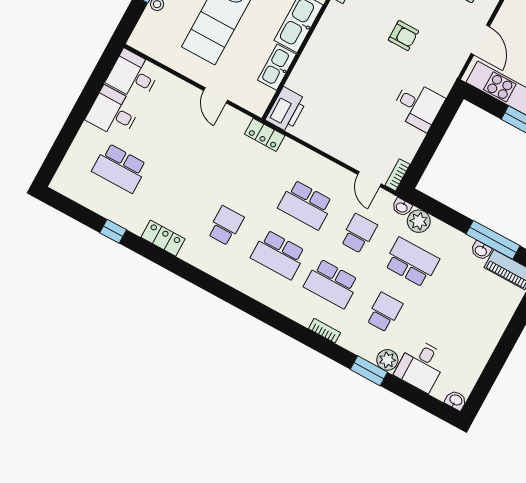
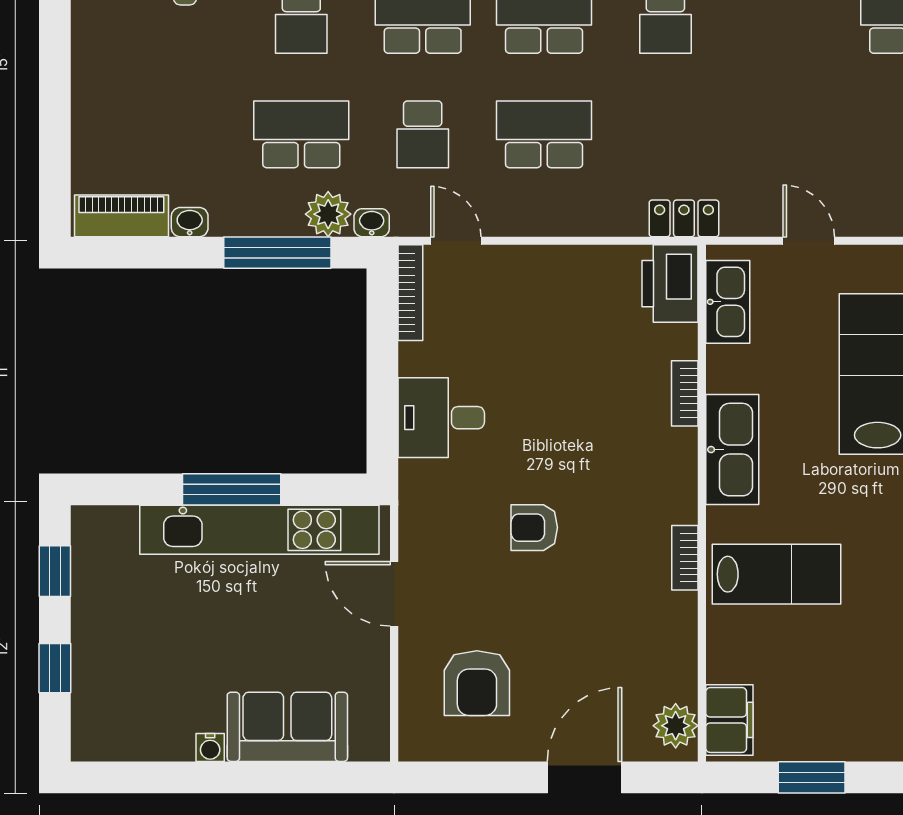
bookcase: (306, 58) -> (685, 393), added
kitchen sink: (277, 67) -> (728, 302), moved
bookcase: (398, 175) -> (410, 293), width x1.56
window: (493, 240) -> (277, 253), moved
school desk: (412, 262) -> (301, 134), turned 180

